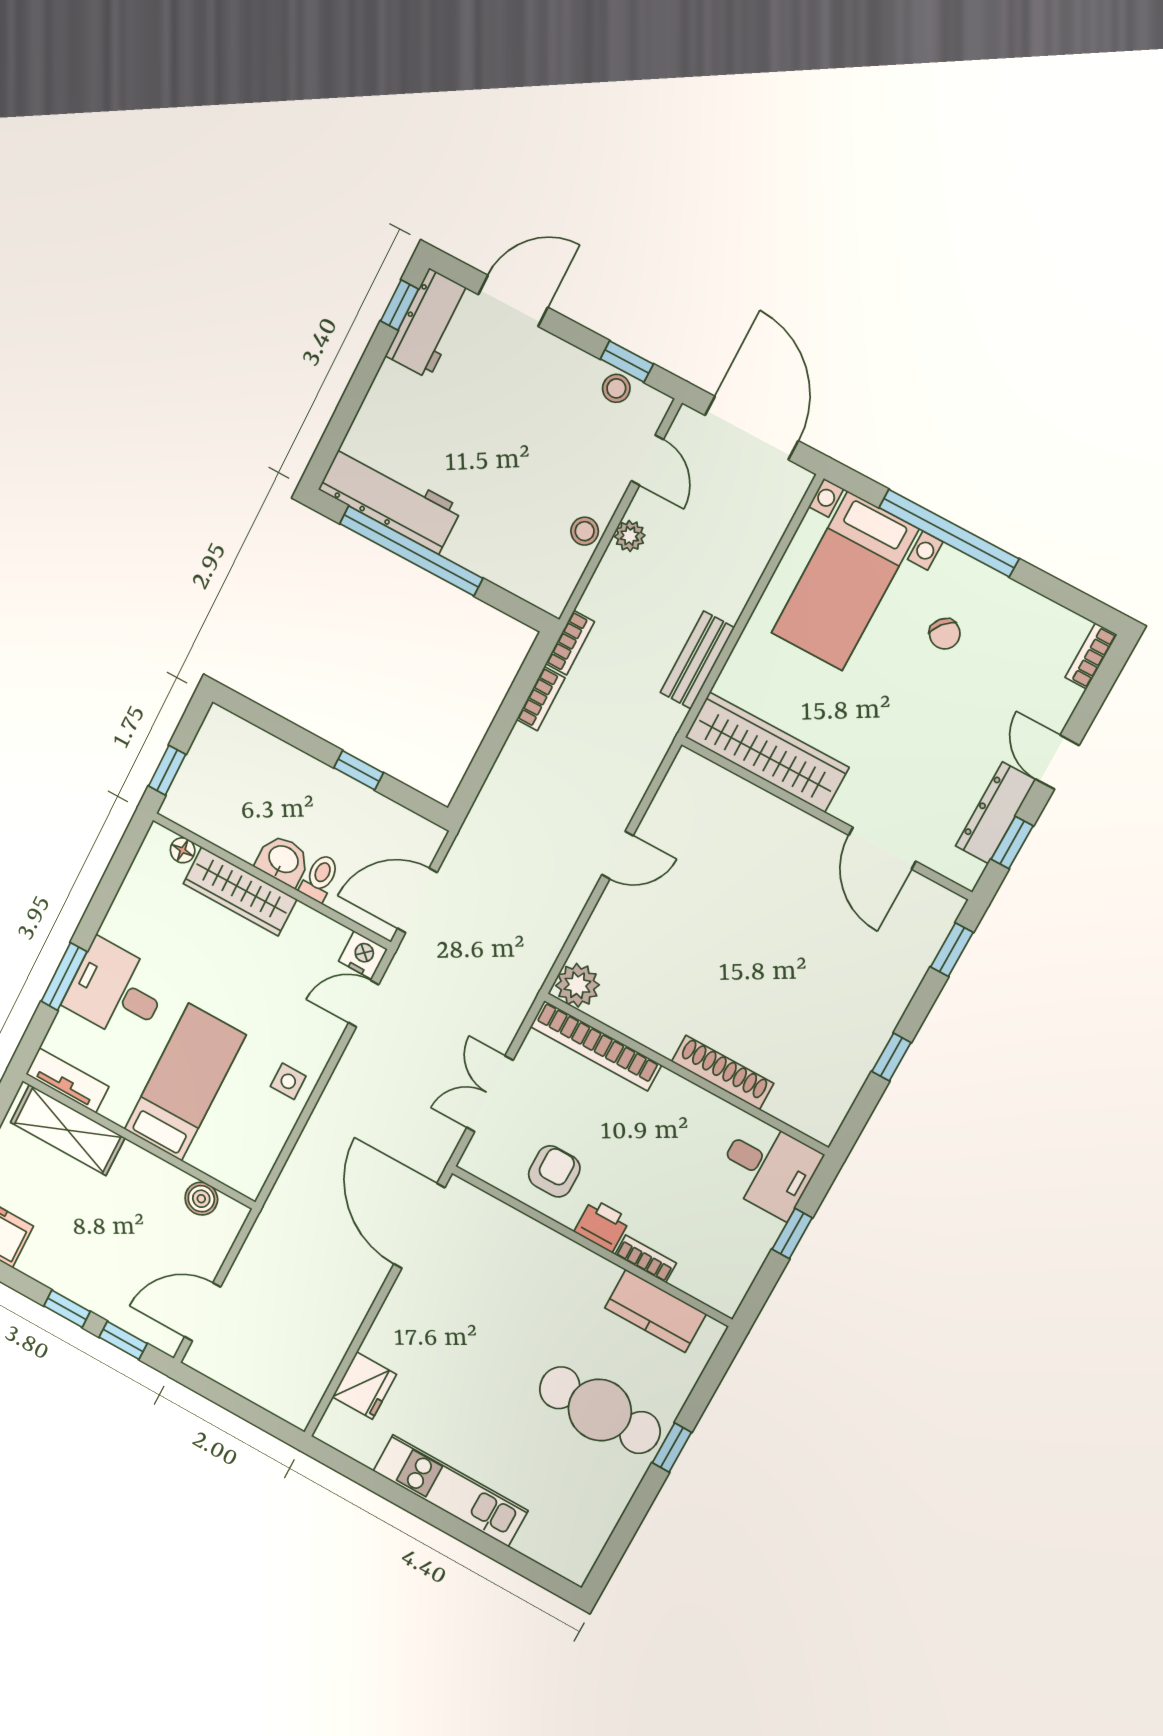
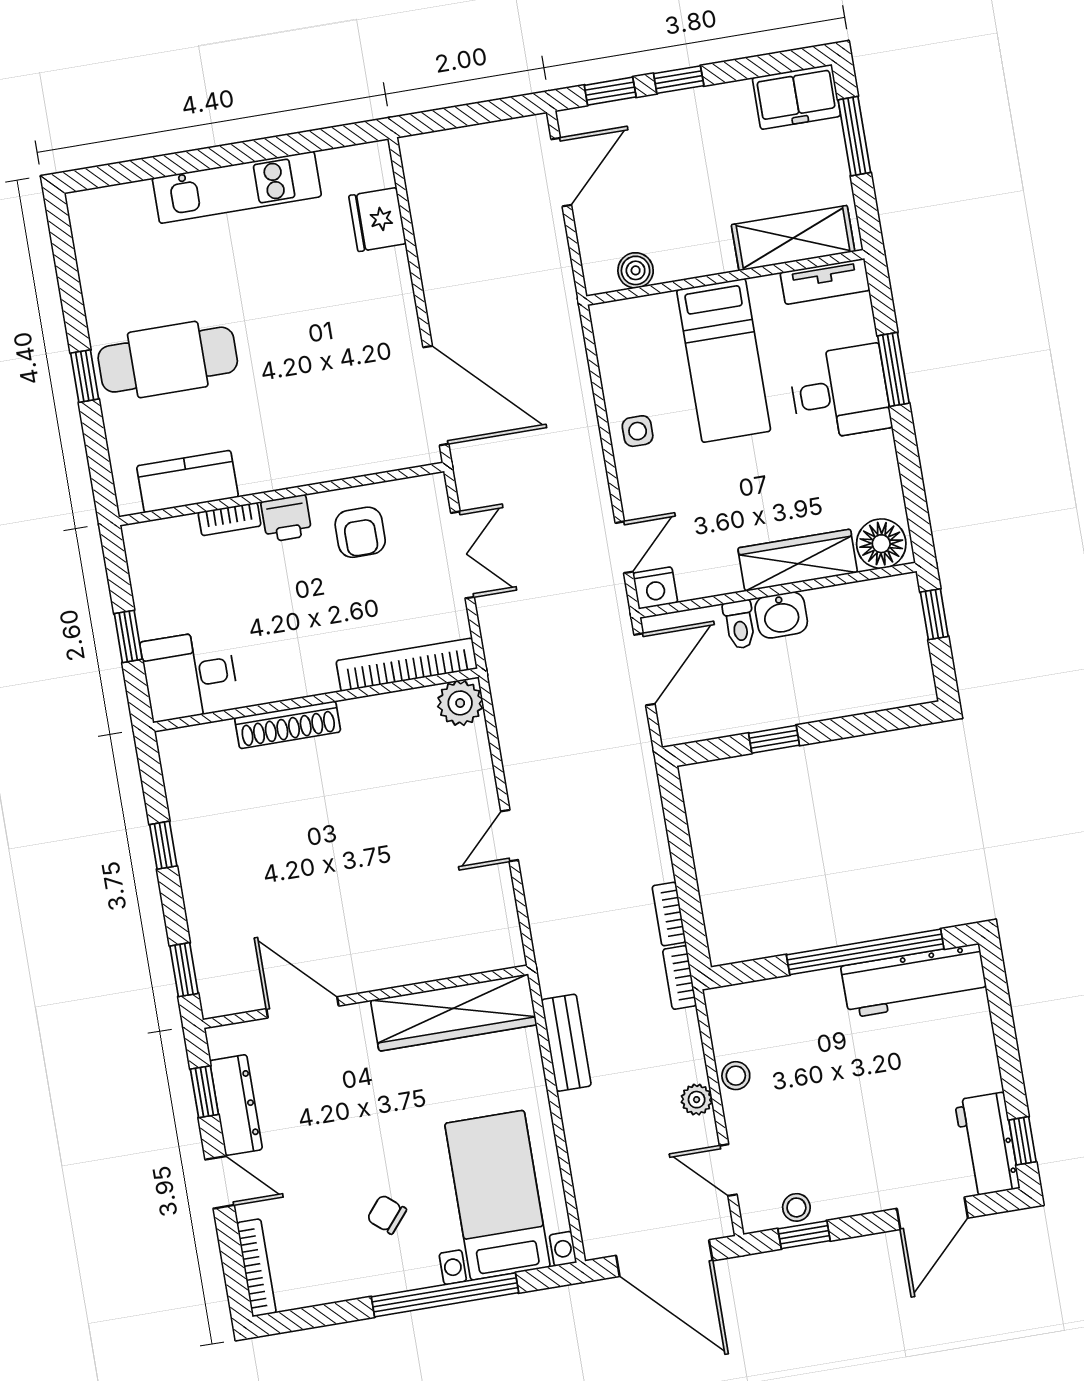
bookcase: (1091, 656) -> (256, 1268), width x1.56
floor lamp: (183, 850) -> (881, 544), width x1.89, depth x1.89

